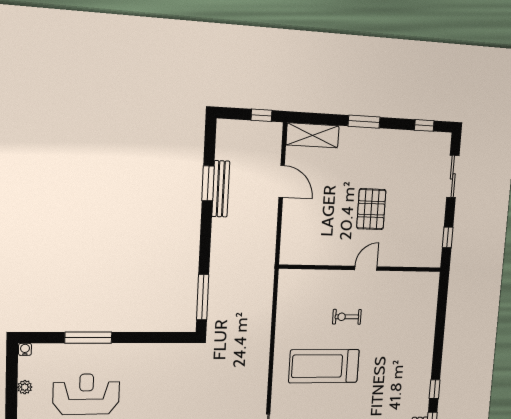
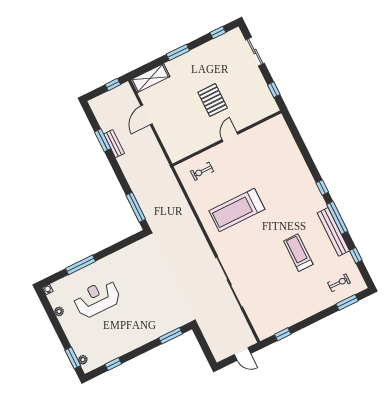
door: (282, 181) -> (146, 115), swing flipped
bench: (221, 189) -> (114, 144), width x0.73
exercise bike: (347, 317) -> (202, 171), moved

